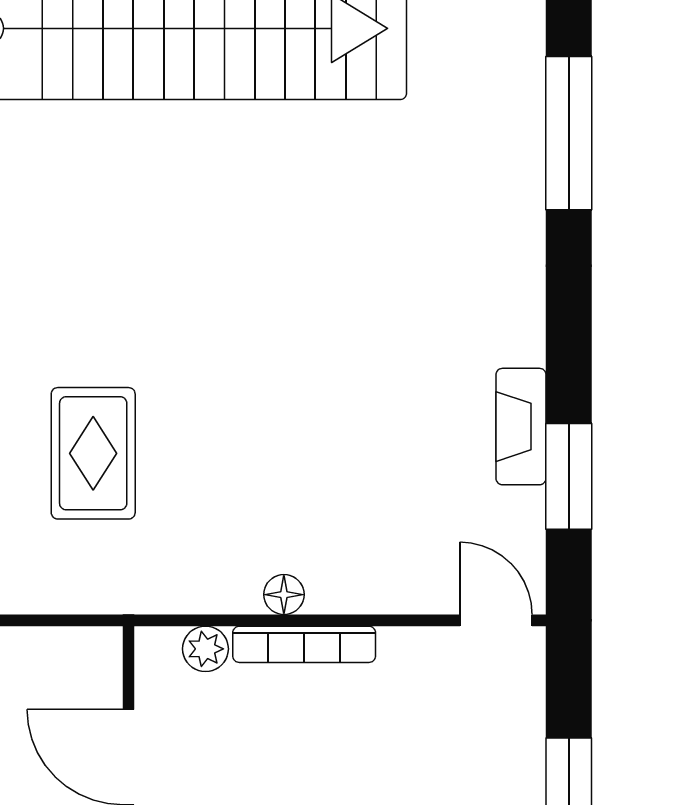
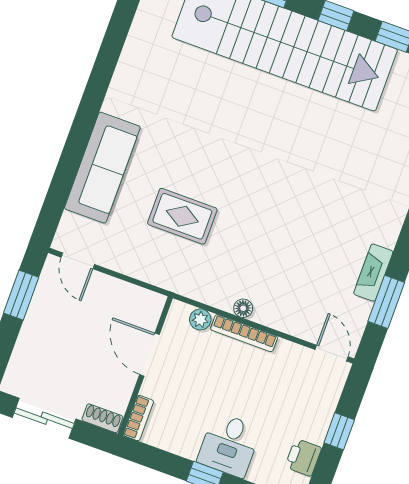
rug: (93, 453) -> (182, 216), turned 90

